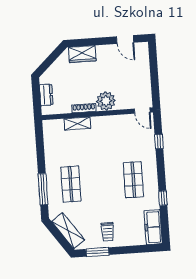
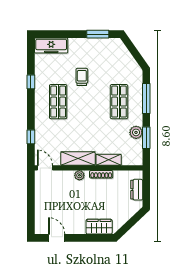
plant: (106, 101) -> (79, 175), width x0.53, depth x0.53
window: (40, 149) -> (146, 138), added
plant: (51, 154) -> (136, 132), added
freezer: (153, 227) -> (51, 45), moved, turned 90
shelving: (68, 231) -> (78, 159), moved, turned -55
trolley: (108, 232) -> (82, 77), moved

